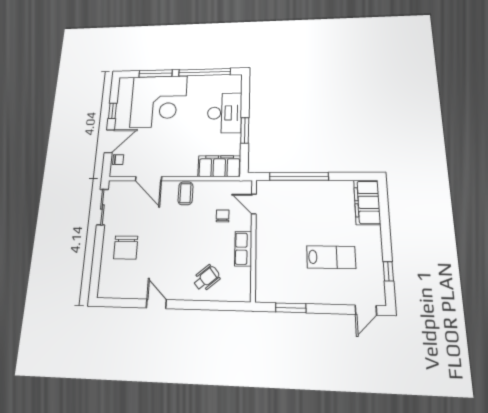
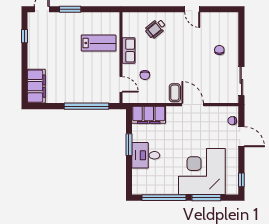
window: (112, 111) -> (241, 180), moved
desk: (225, 113) -> (146, 155), width x0.73
door: (109, 141) -> (241, 137), swing flipped
door: (149, 179) -> (193, 105), moved
chair: (126, 247) -> (219, 50), width x0.54, depth x0.54
lab bench: (331, 257) -> (99, 43), moved, turned 180
window: (291, 308) -> (70, 9), moved

